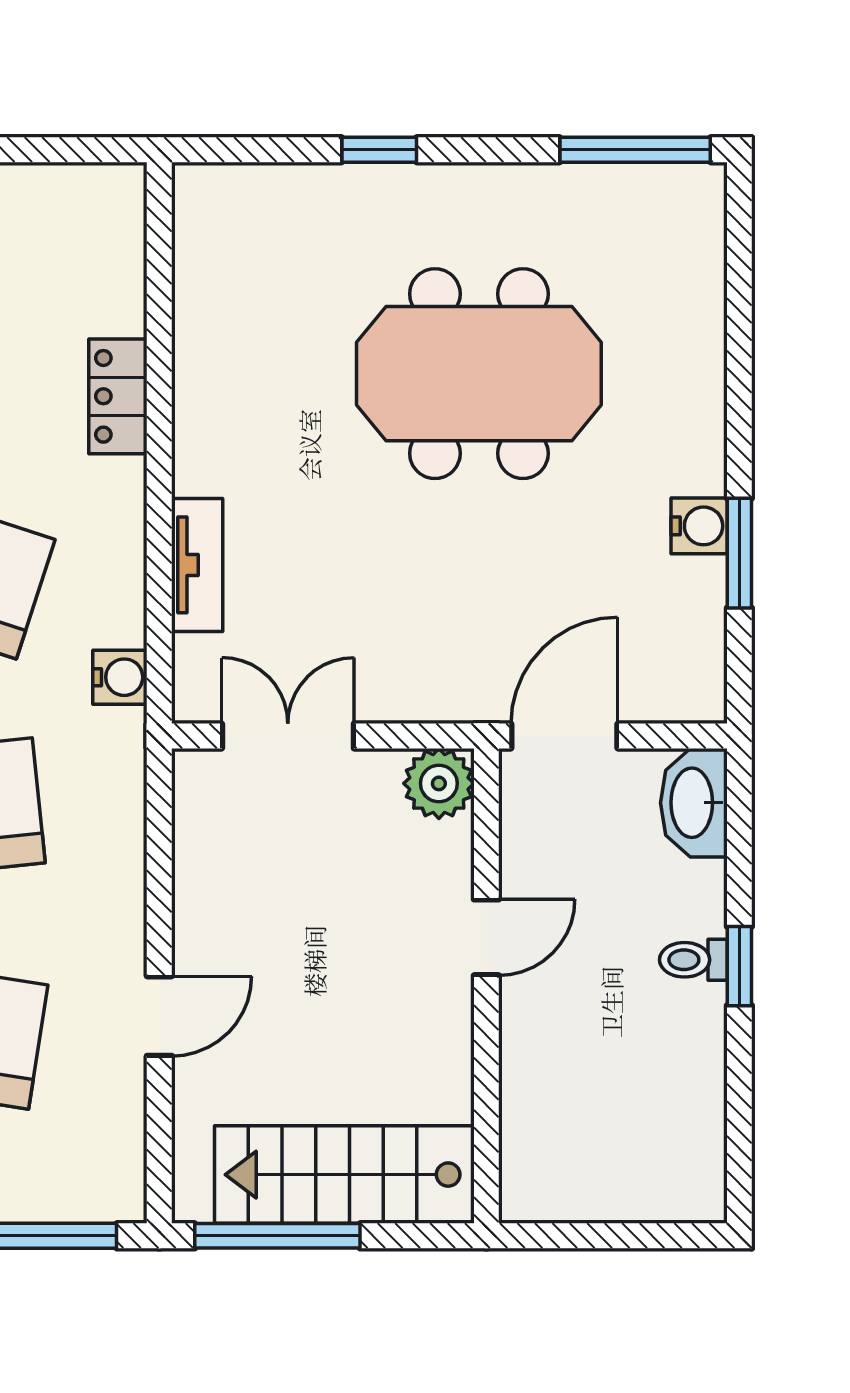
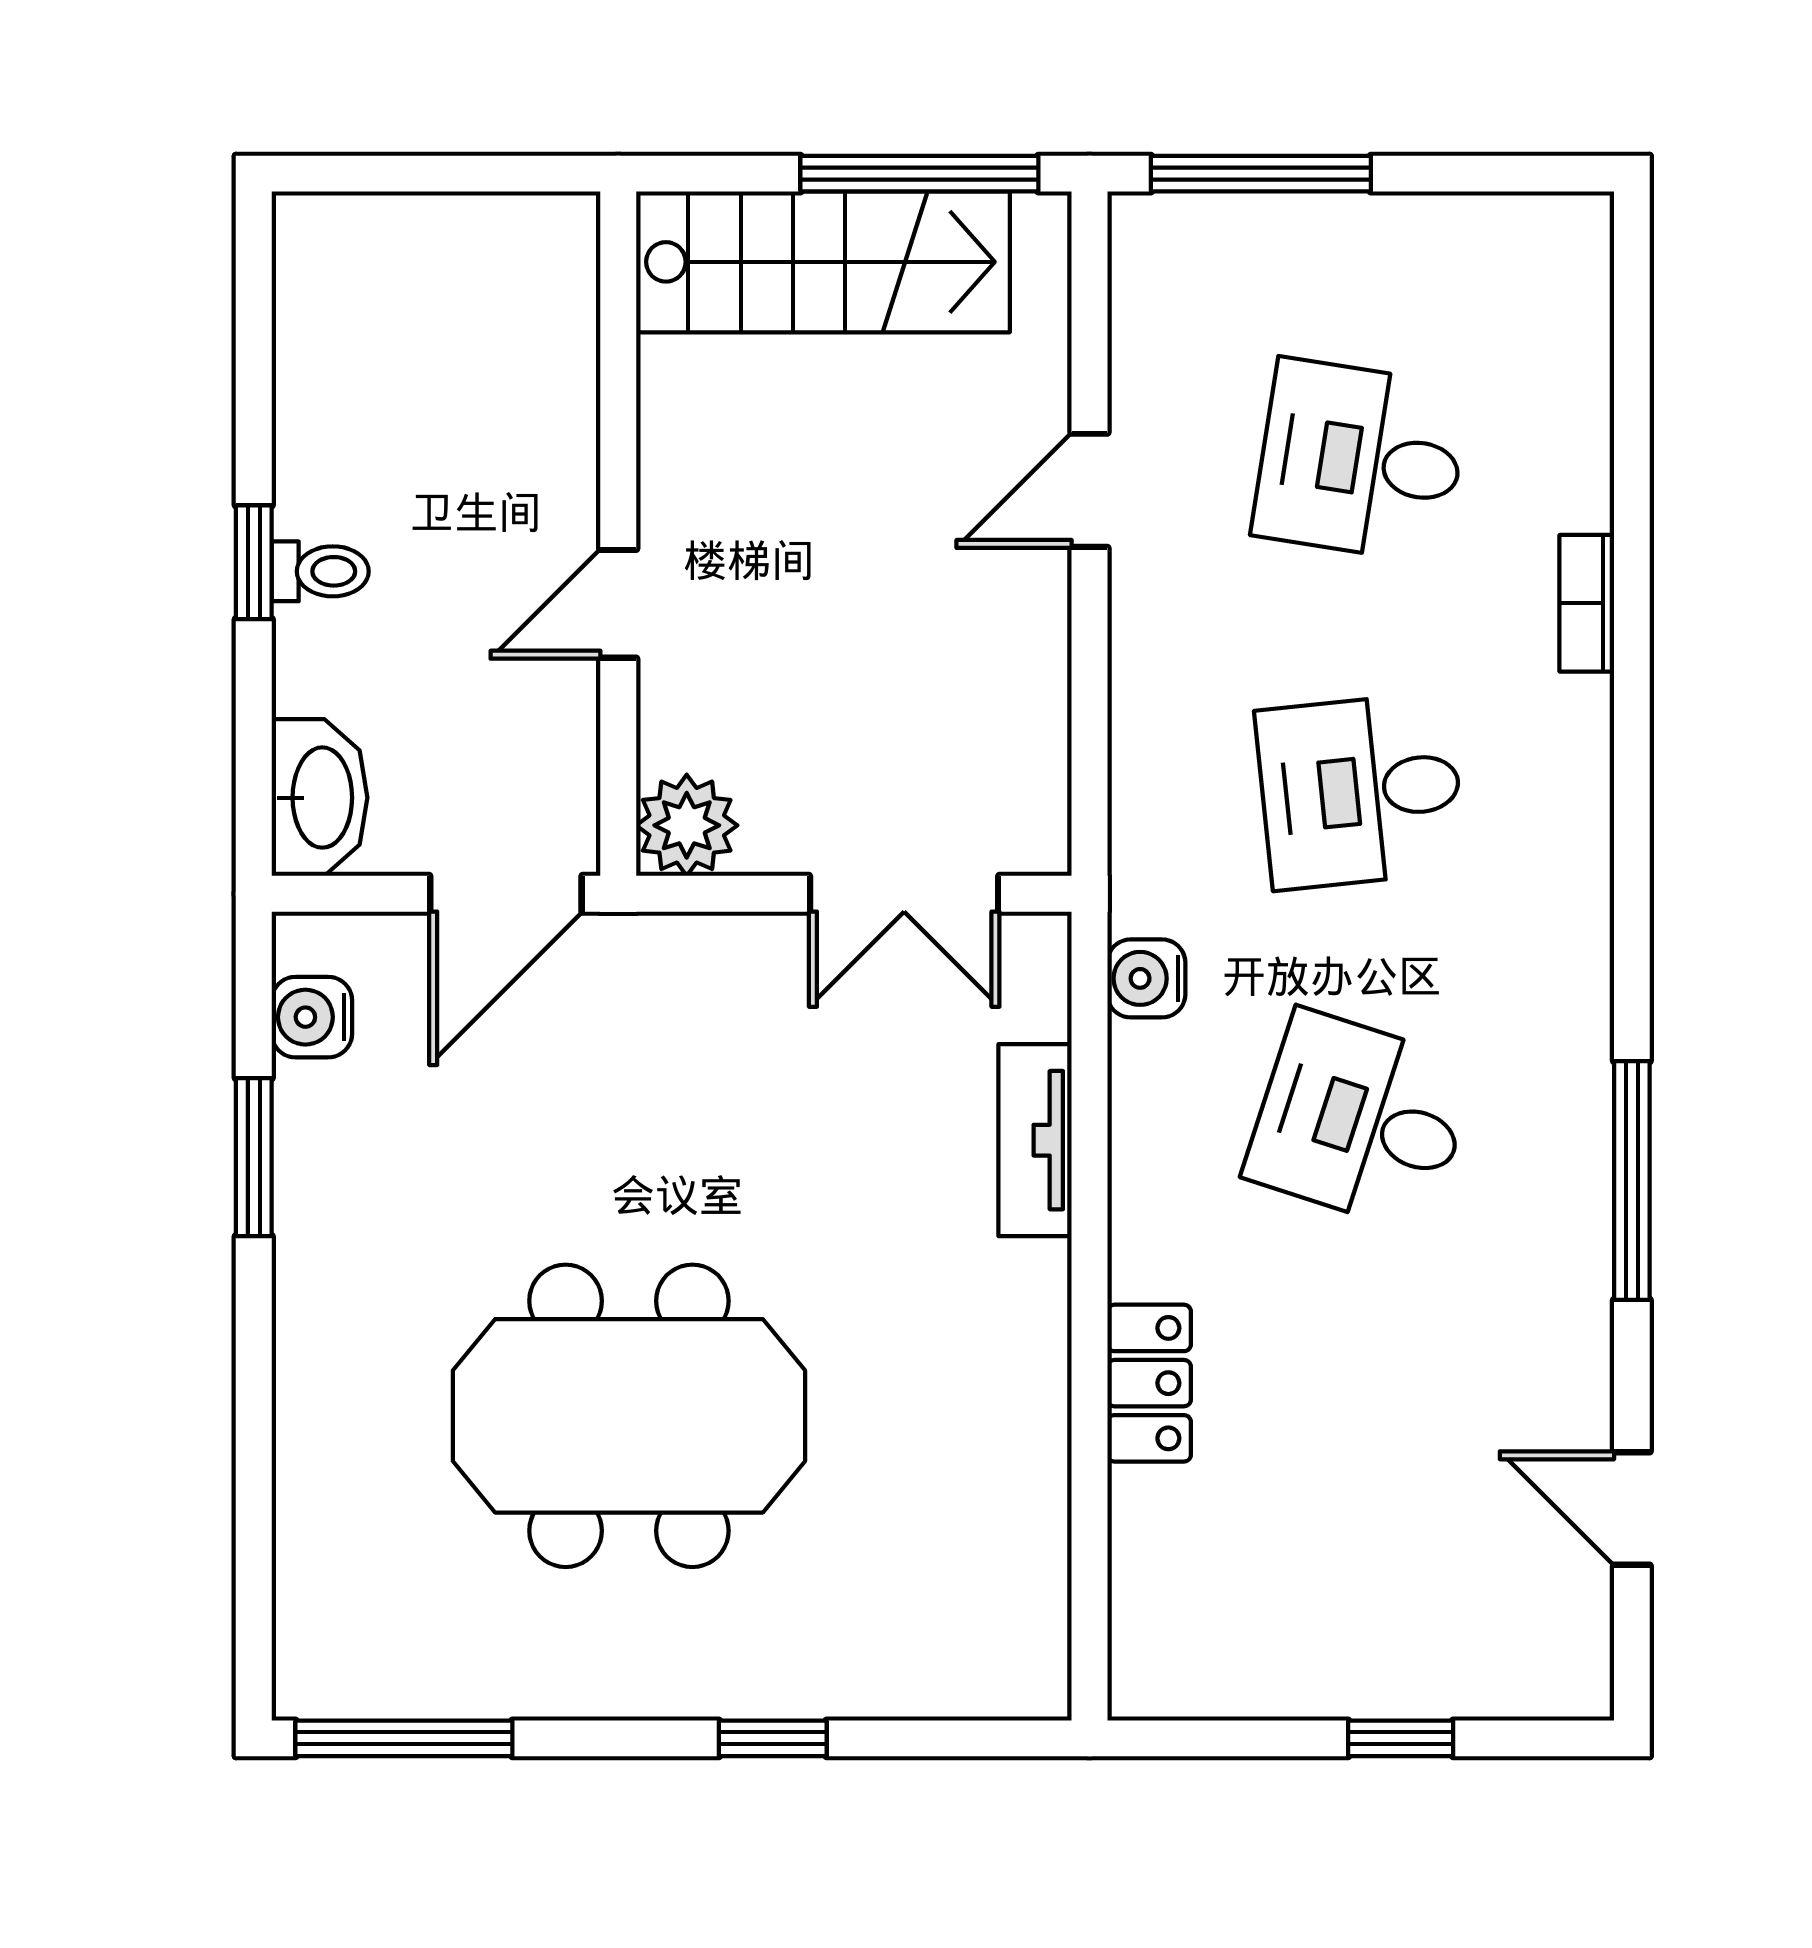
water cooler: (699, 526) -> (312, 1017), moved

